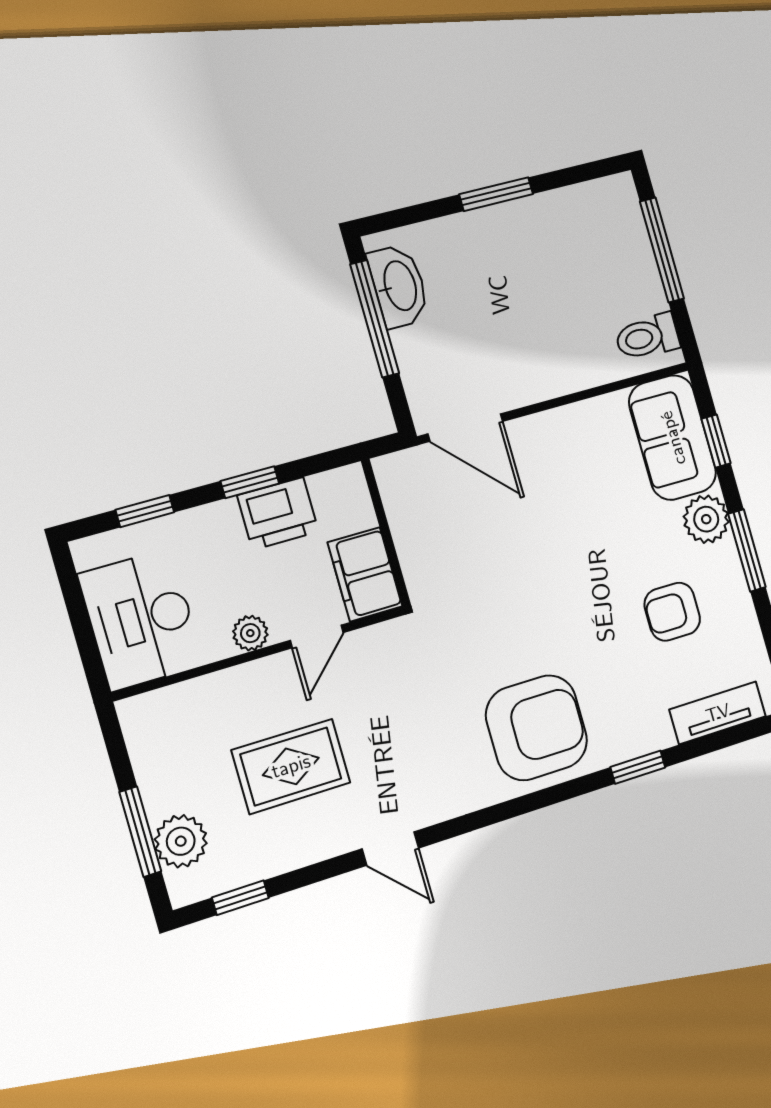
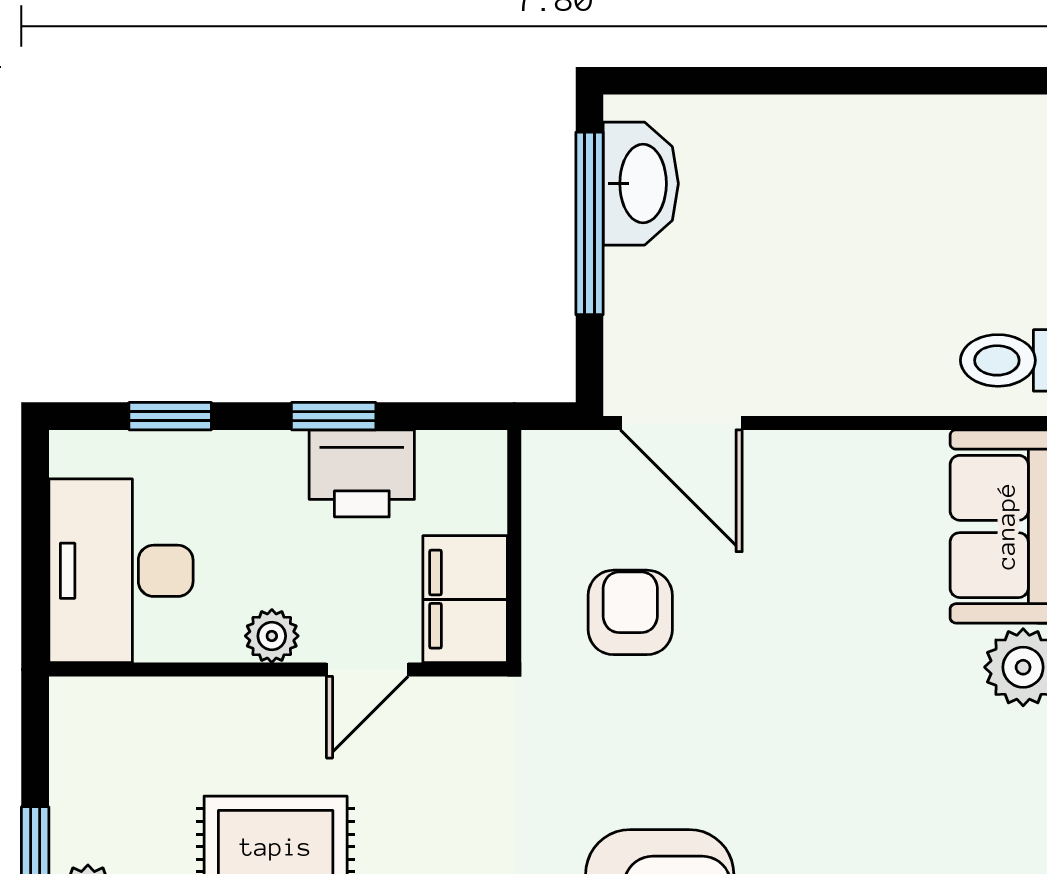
window: (496, 194) -> (833, 81), removed
armchair: (672, 612) -> (630, 612), moved, turned 90

